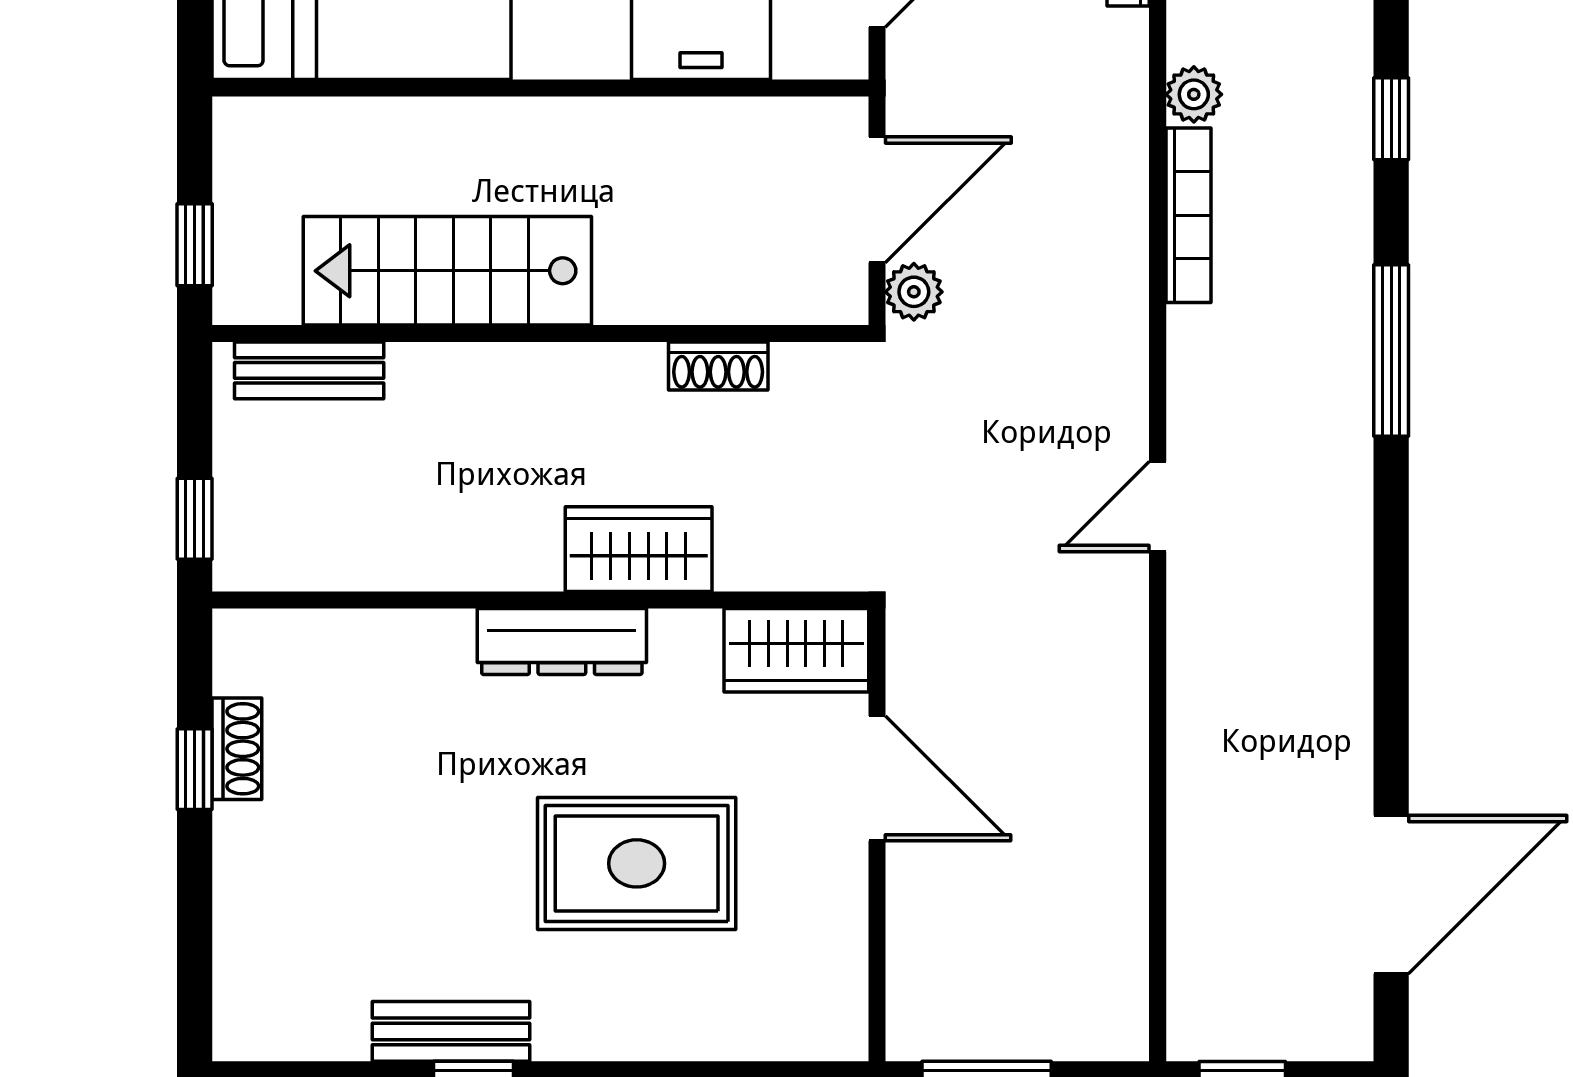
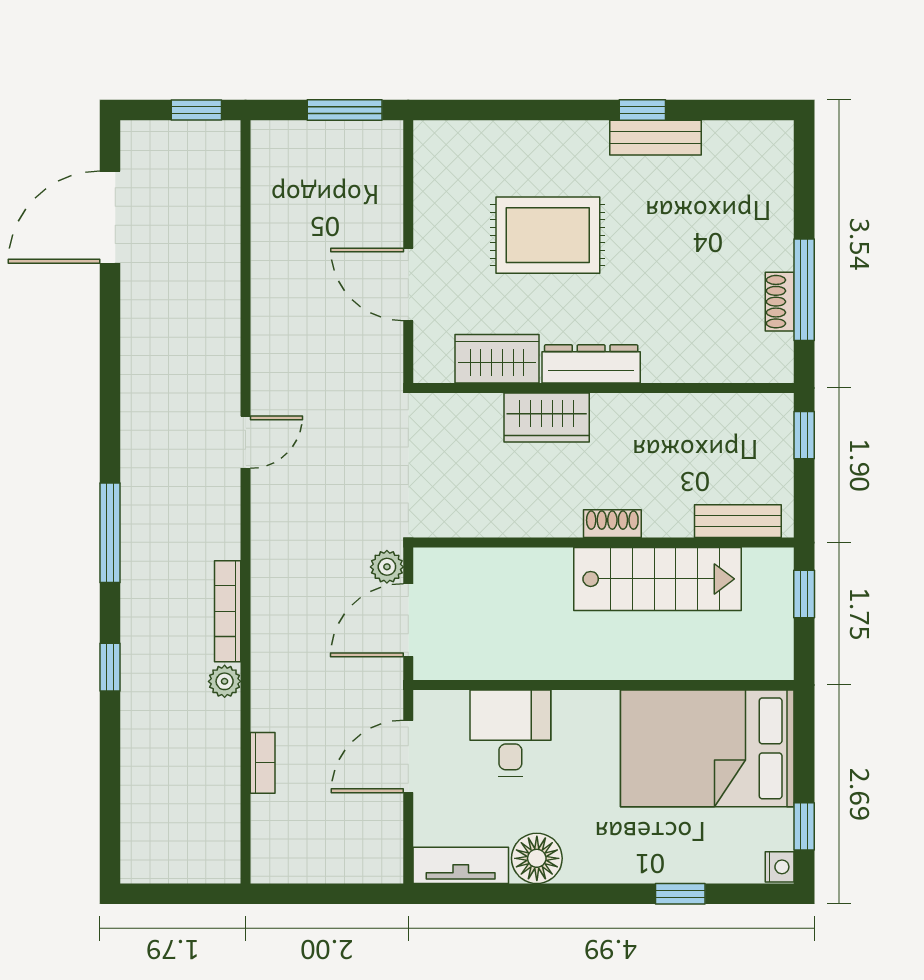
shoe rack: (718, 366) -> (612, 524), moved
wardrobe: (796, 650) -> (497, 359), moved
window: (195, 769) -> (804, 290), width x2.17

